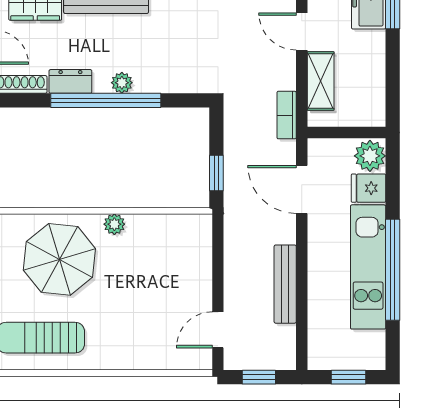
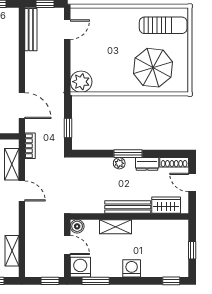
window: (106, 100) -> (128, 154), width x0.47
window: (216, 173) -> (68, 128), moved
plant: (114, 224) -> (81, 82), moved, width x1.88, depth x1.88
bench: (285, 284) -> (31, 30), moved

